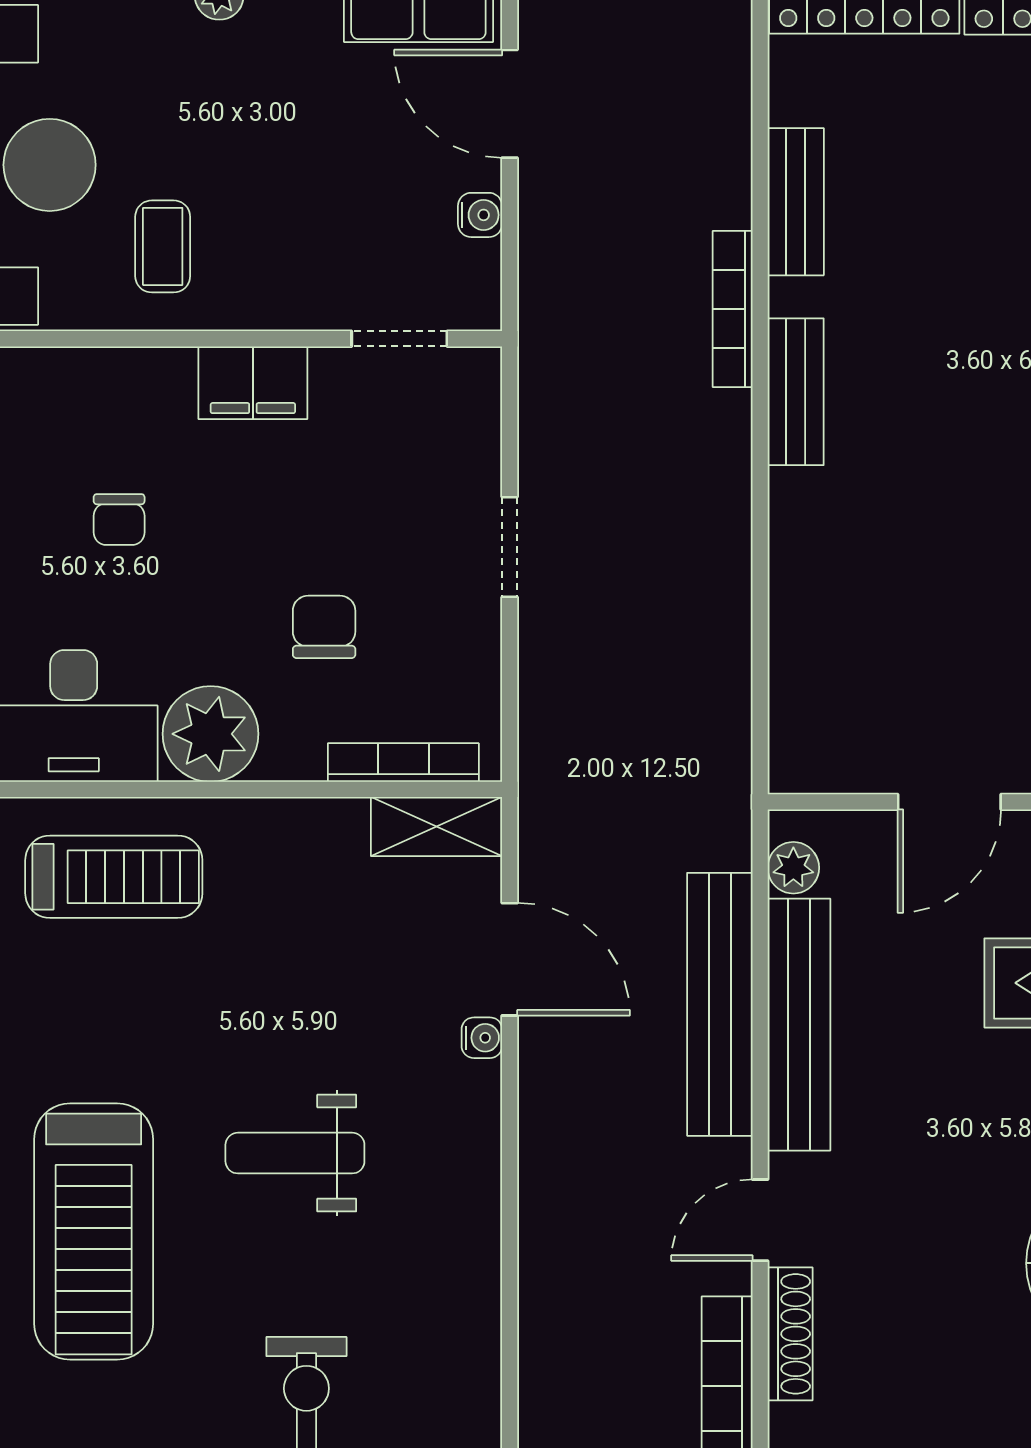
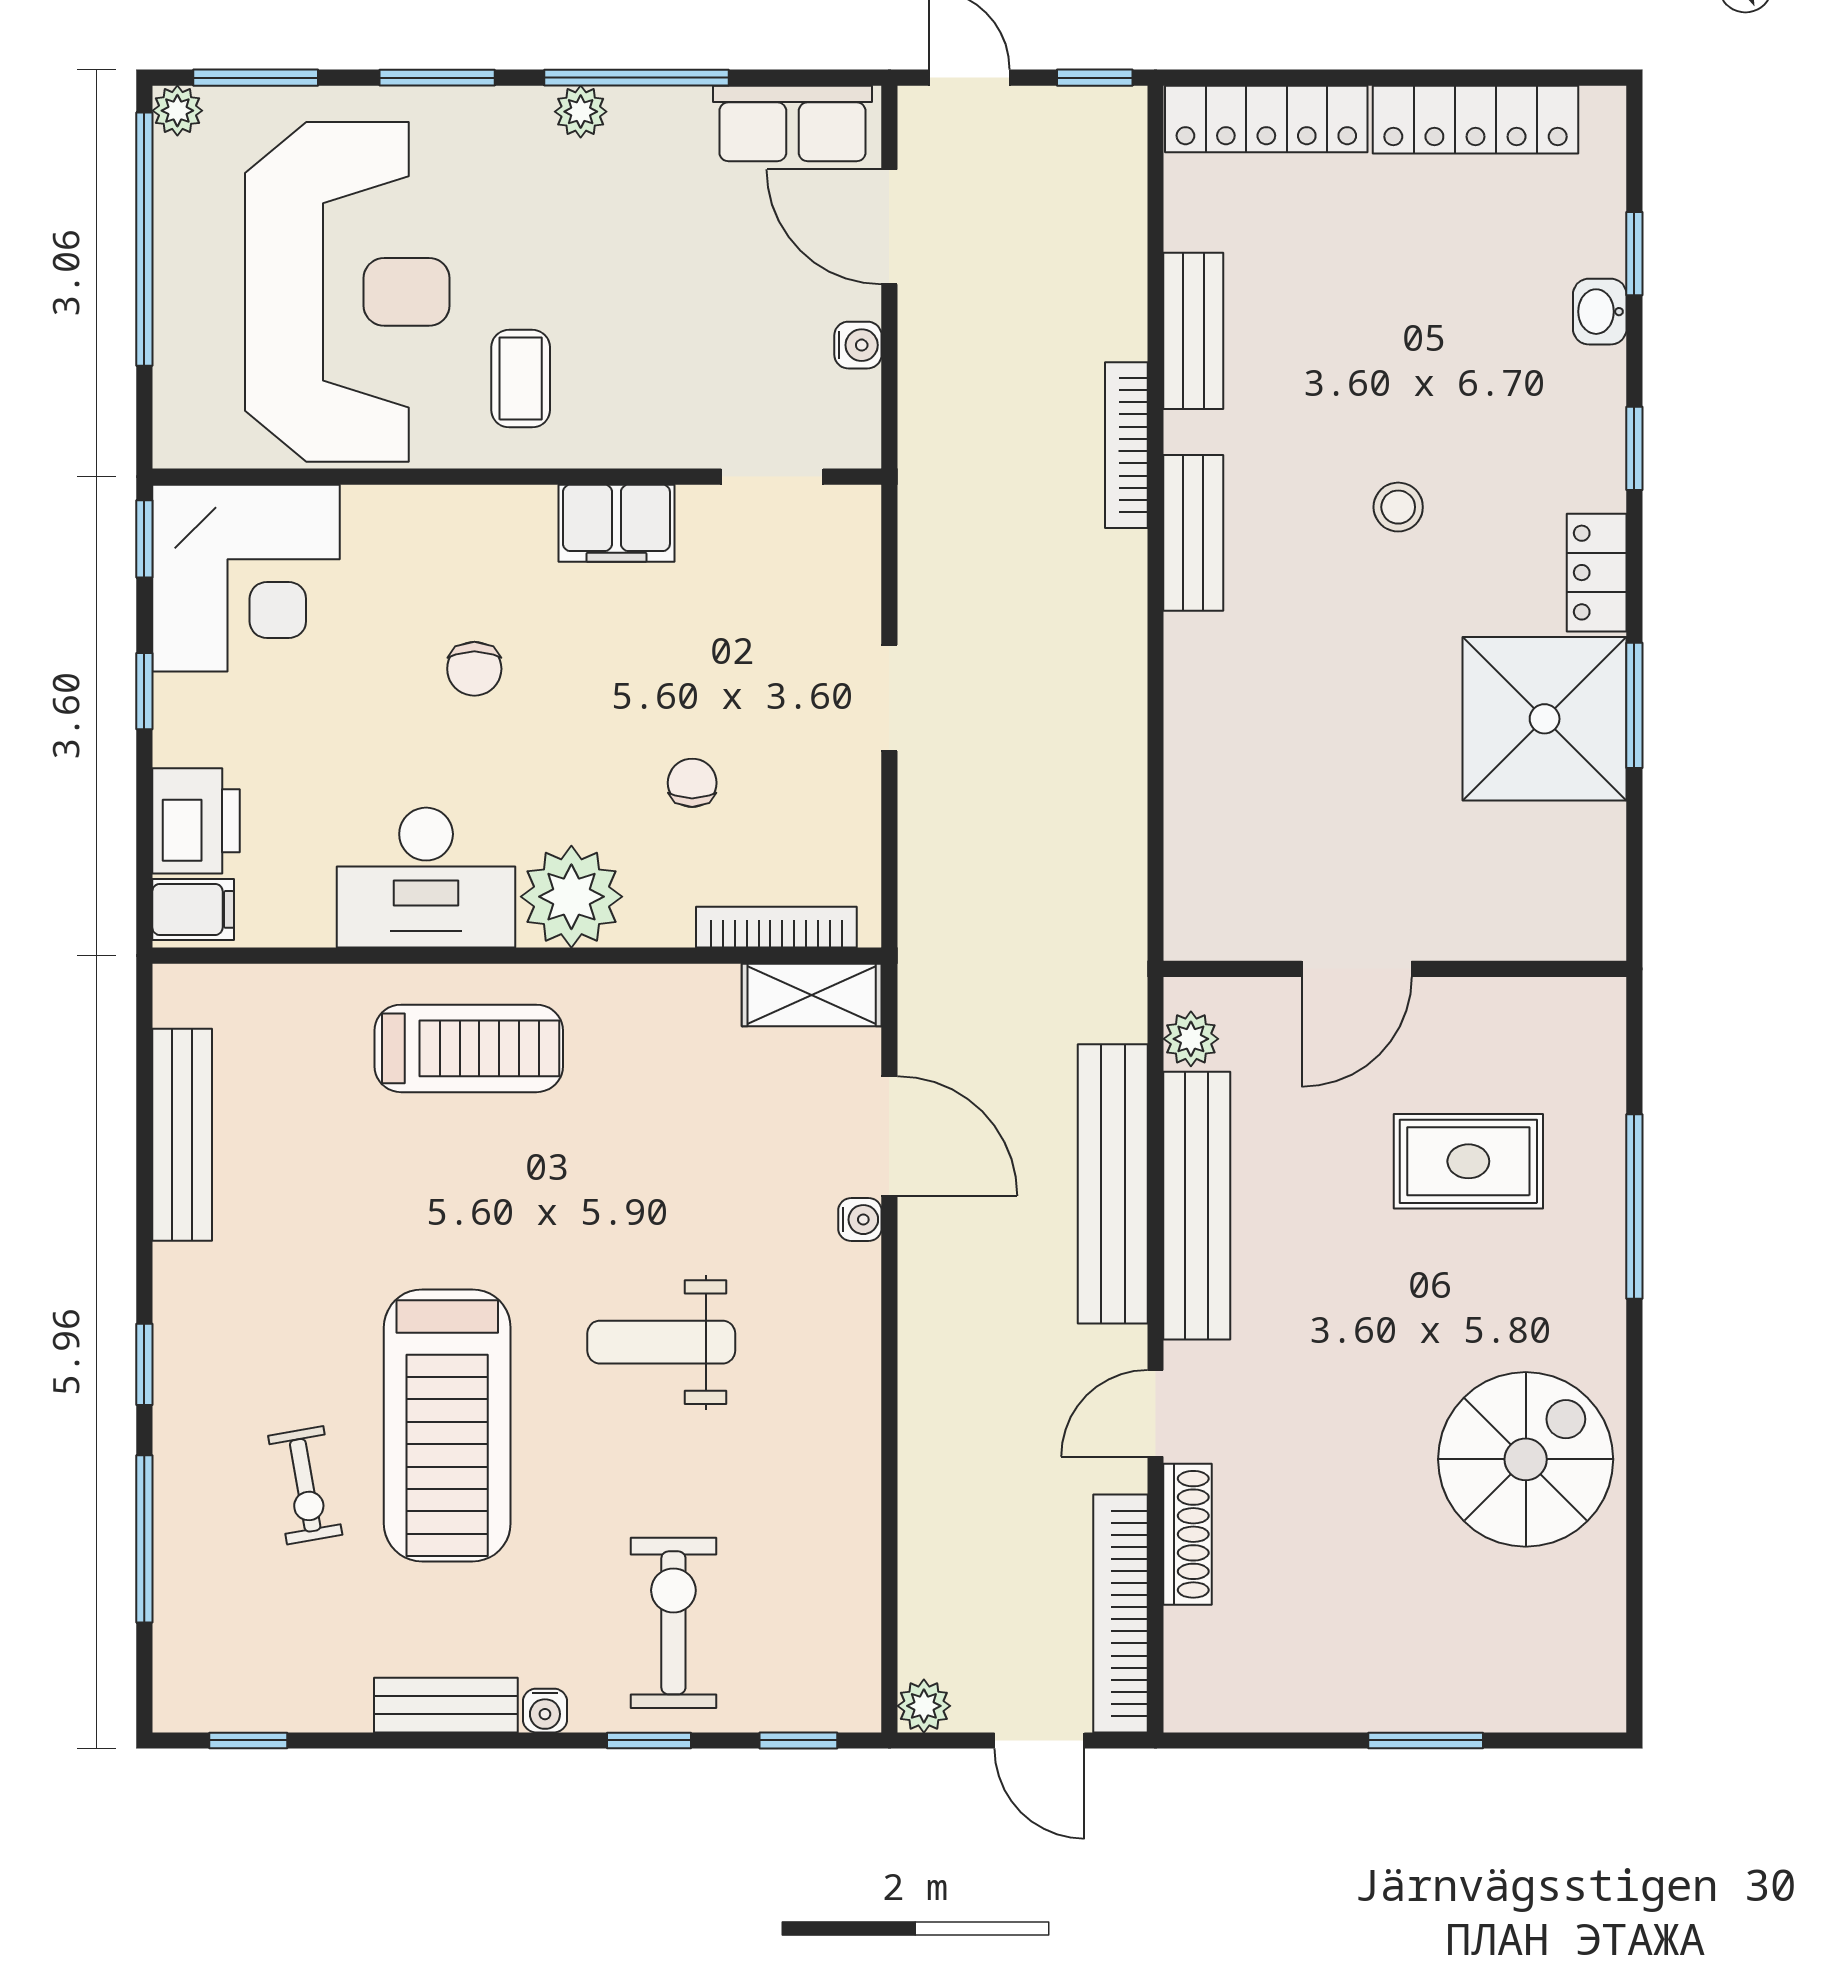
stool: (988, 367) -> (1398, 507), added
chair: (324, 627) -> (692, 783), width x0.73, depth x0.73

